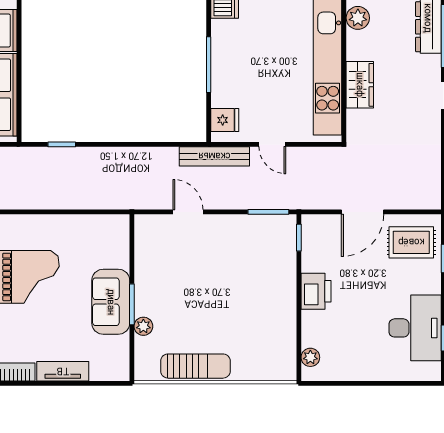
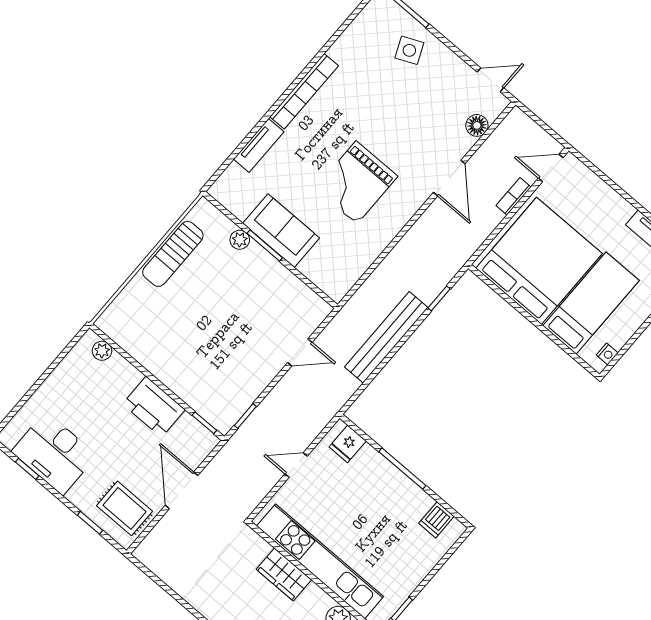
bench: (214, 156) -> (386, 337), moved, width x1.37, depth x1.21
window: (268, 212) -> (245, 416), width x0.67
rug: (411, 242) -> (125, 508), turned 90
printer: (316, 291) -> (154, 407), width x1.37, depth x1.19

